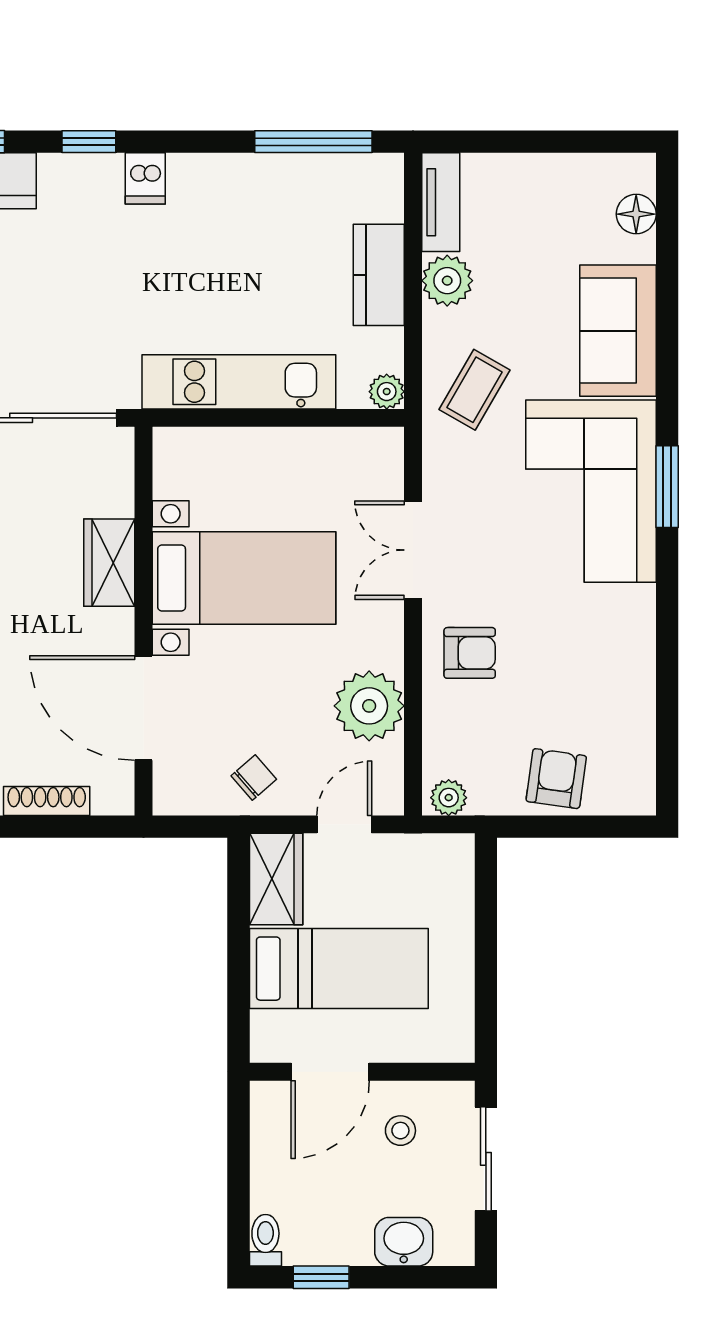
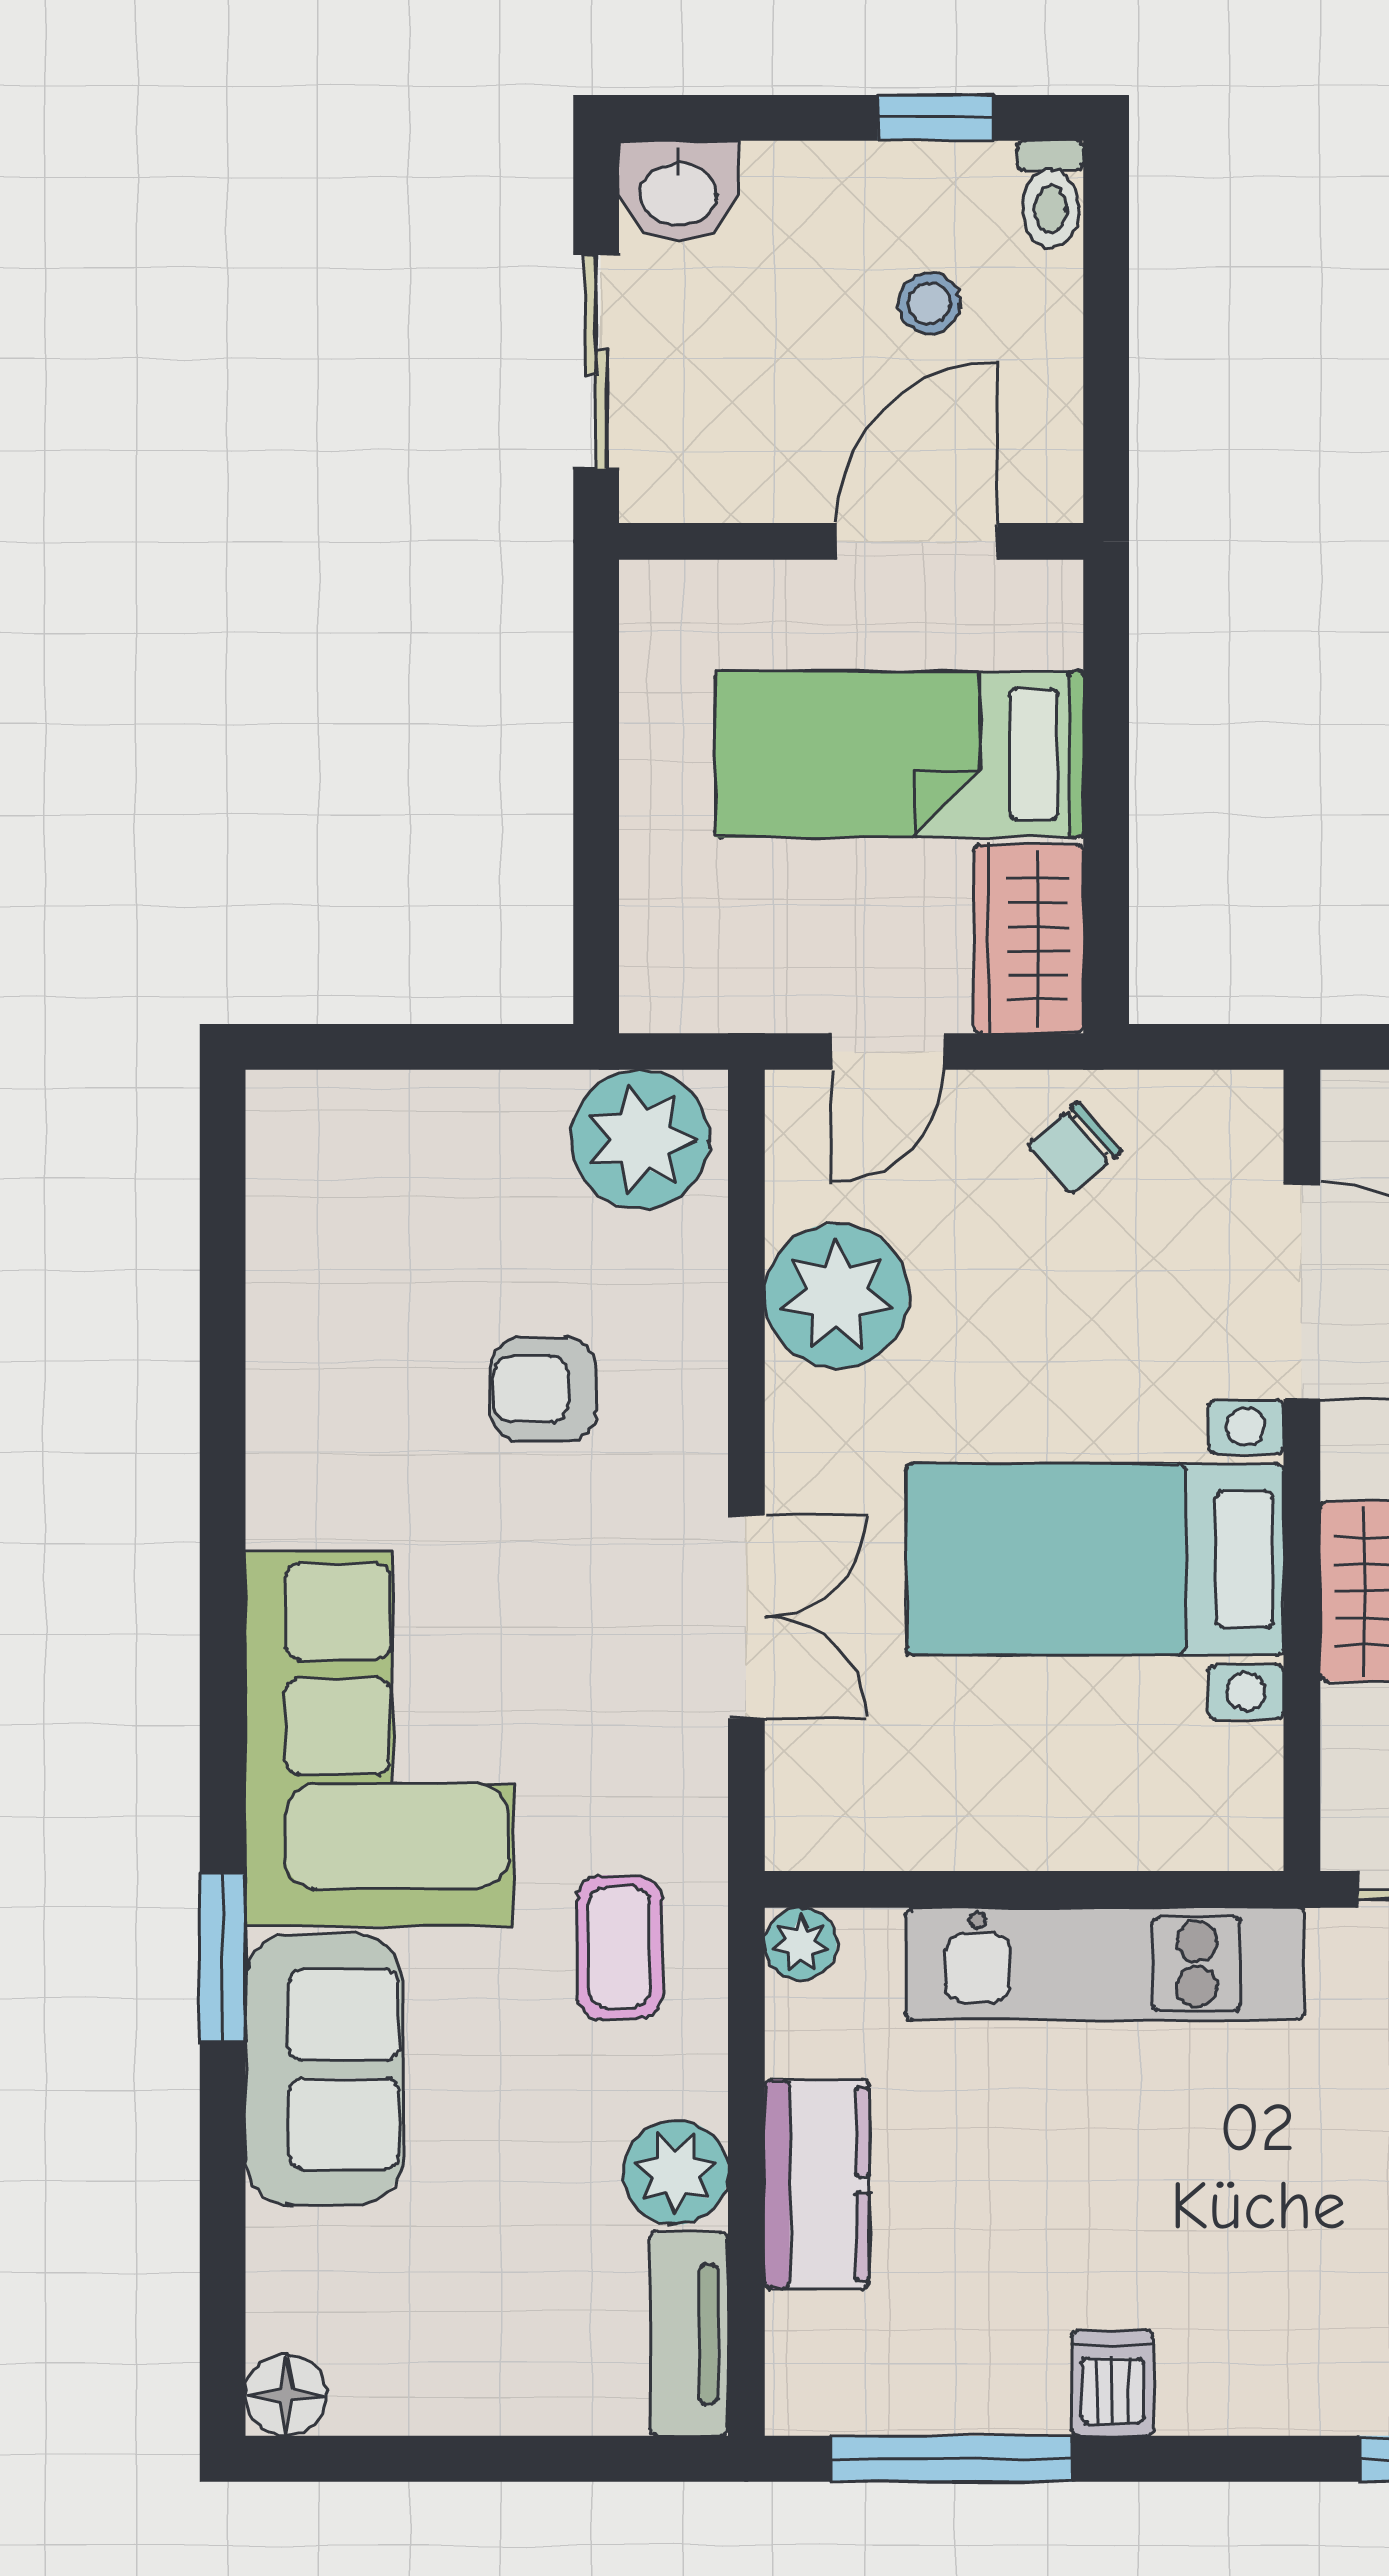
dishwasher: (145, 178) -> (1112, 2383), moved
floor lamp: (636, 214) -> (286, 2395), moved
coffee table: (475, 390) -> (619, 1947), turned -30
window: (667, 487) -> (223, 1958), moved
armchair: (470, 653) -> (543, 1389), moved
armchair: (556, 779) -> (451, 1146), removed
plant: (449, 798) -> (640, 1139), width x1.87, depth x1.87
stool: (400, 1131) -> (929, 303), moved
washbasin: (404, 1242) -> (678, 191), moved

